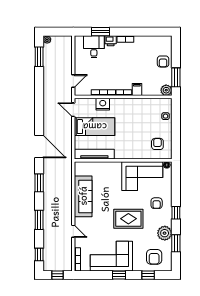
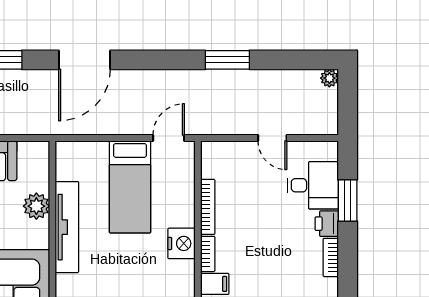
window: (39, 57) -> (227, 60), moved
door: (73, 81) -> (272, 138), moved
nightstand: (103, 104) -> (182, 243), moved
tv unit: (94, 154) -> (67, 227), moved
plant: (103, 167) -> (36, 206), added

